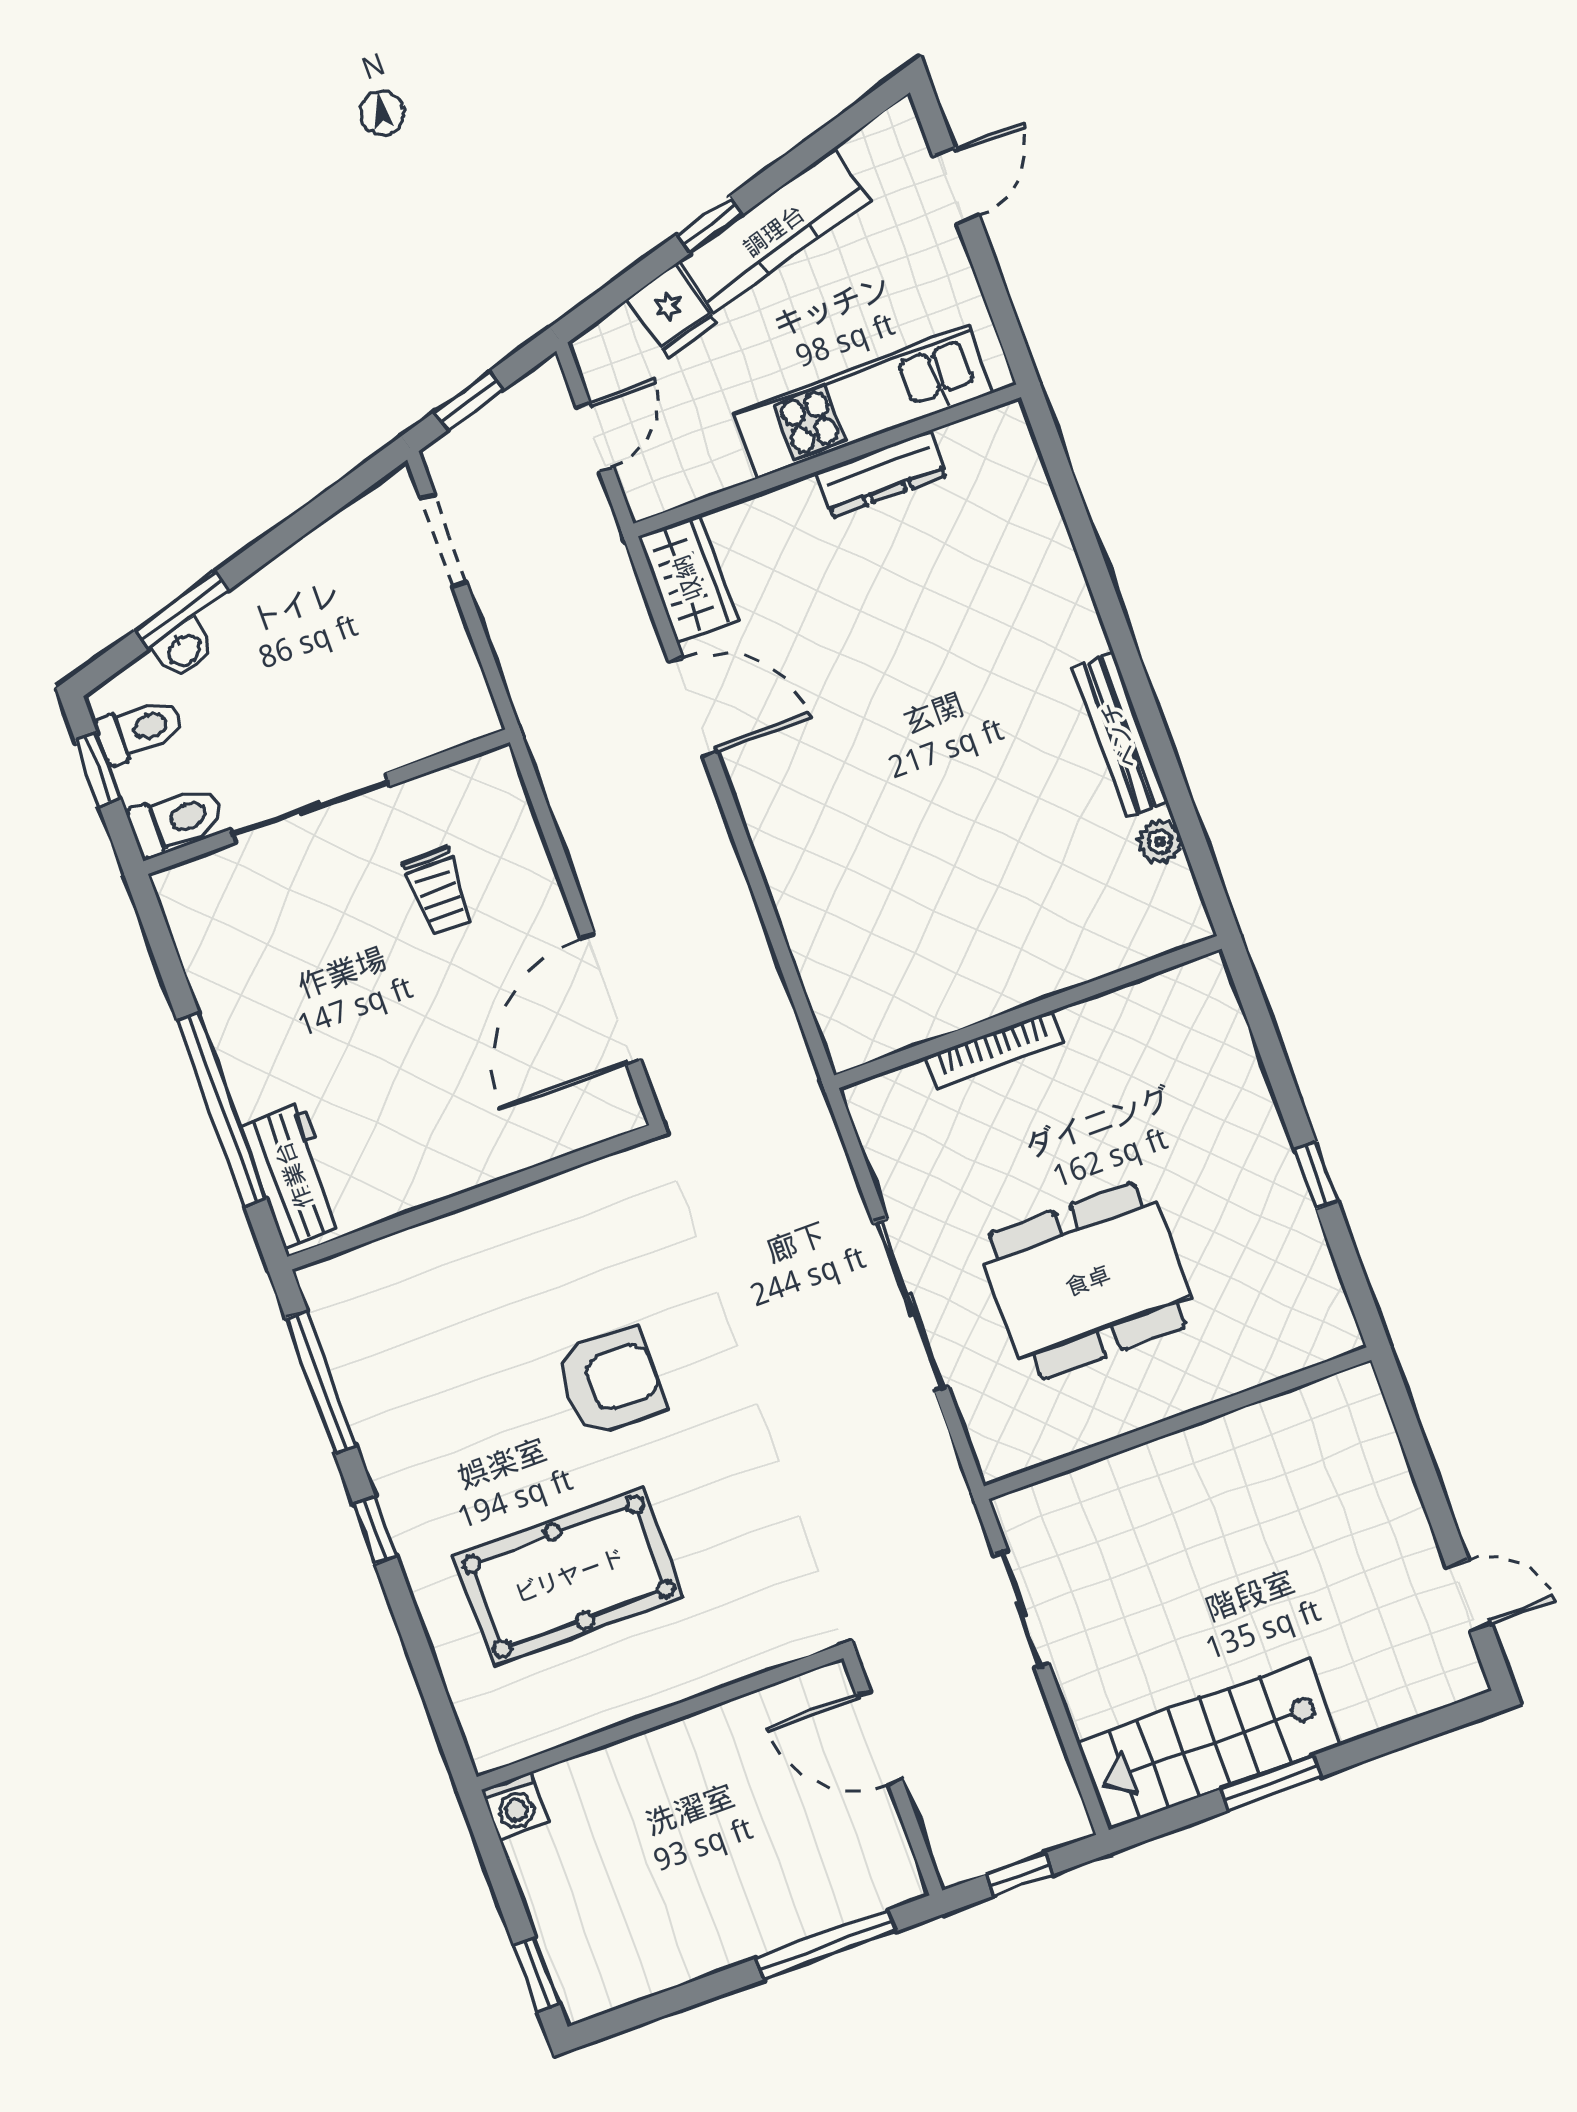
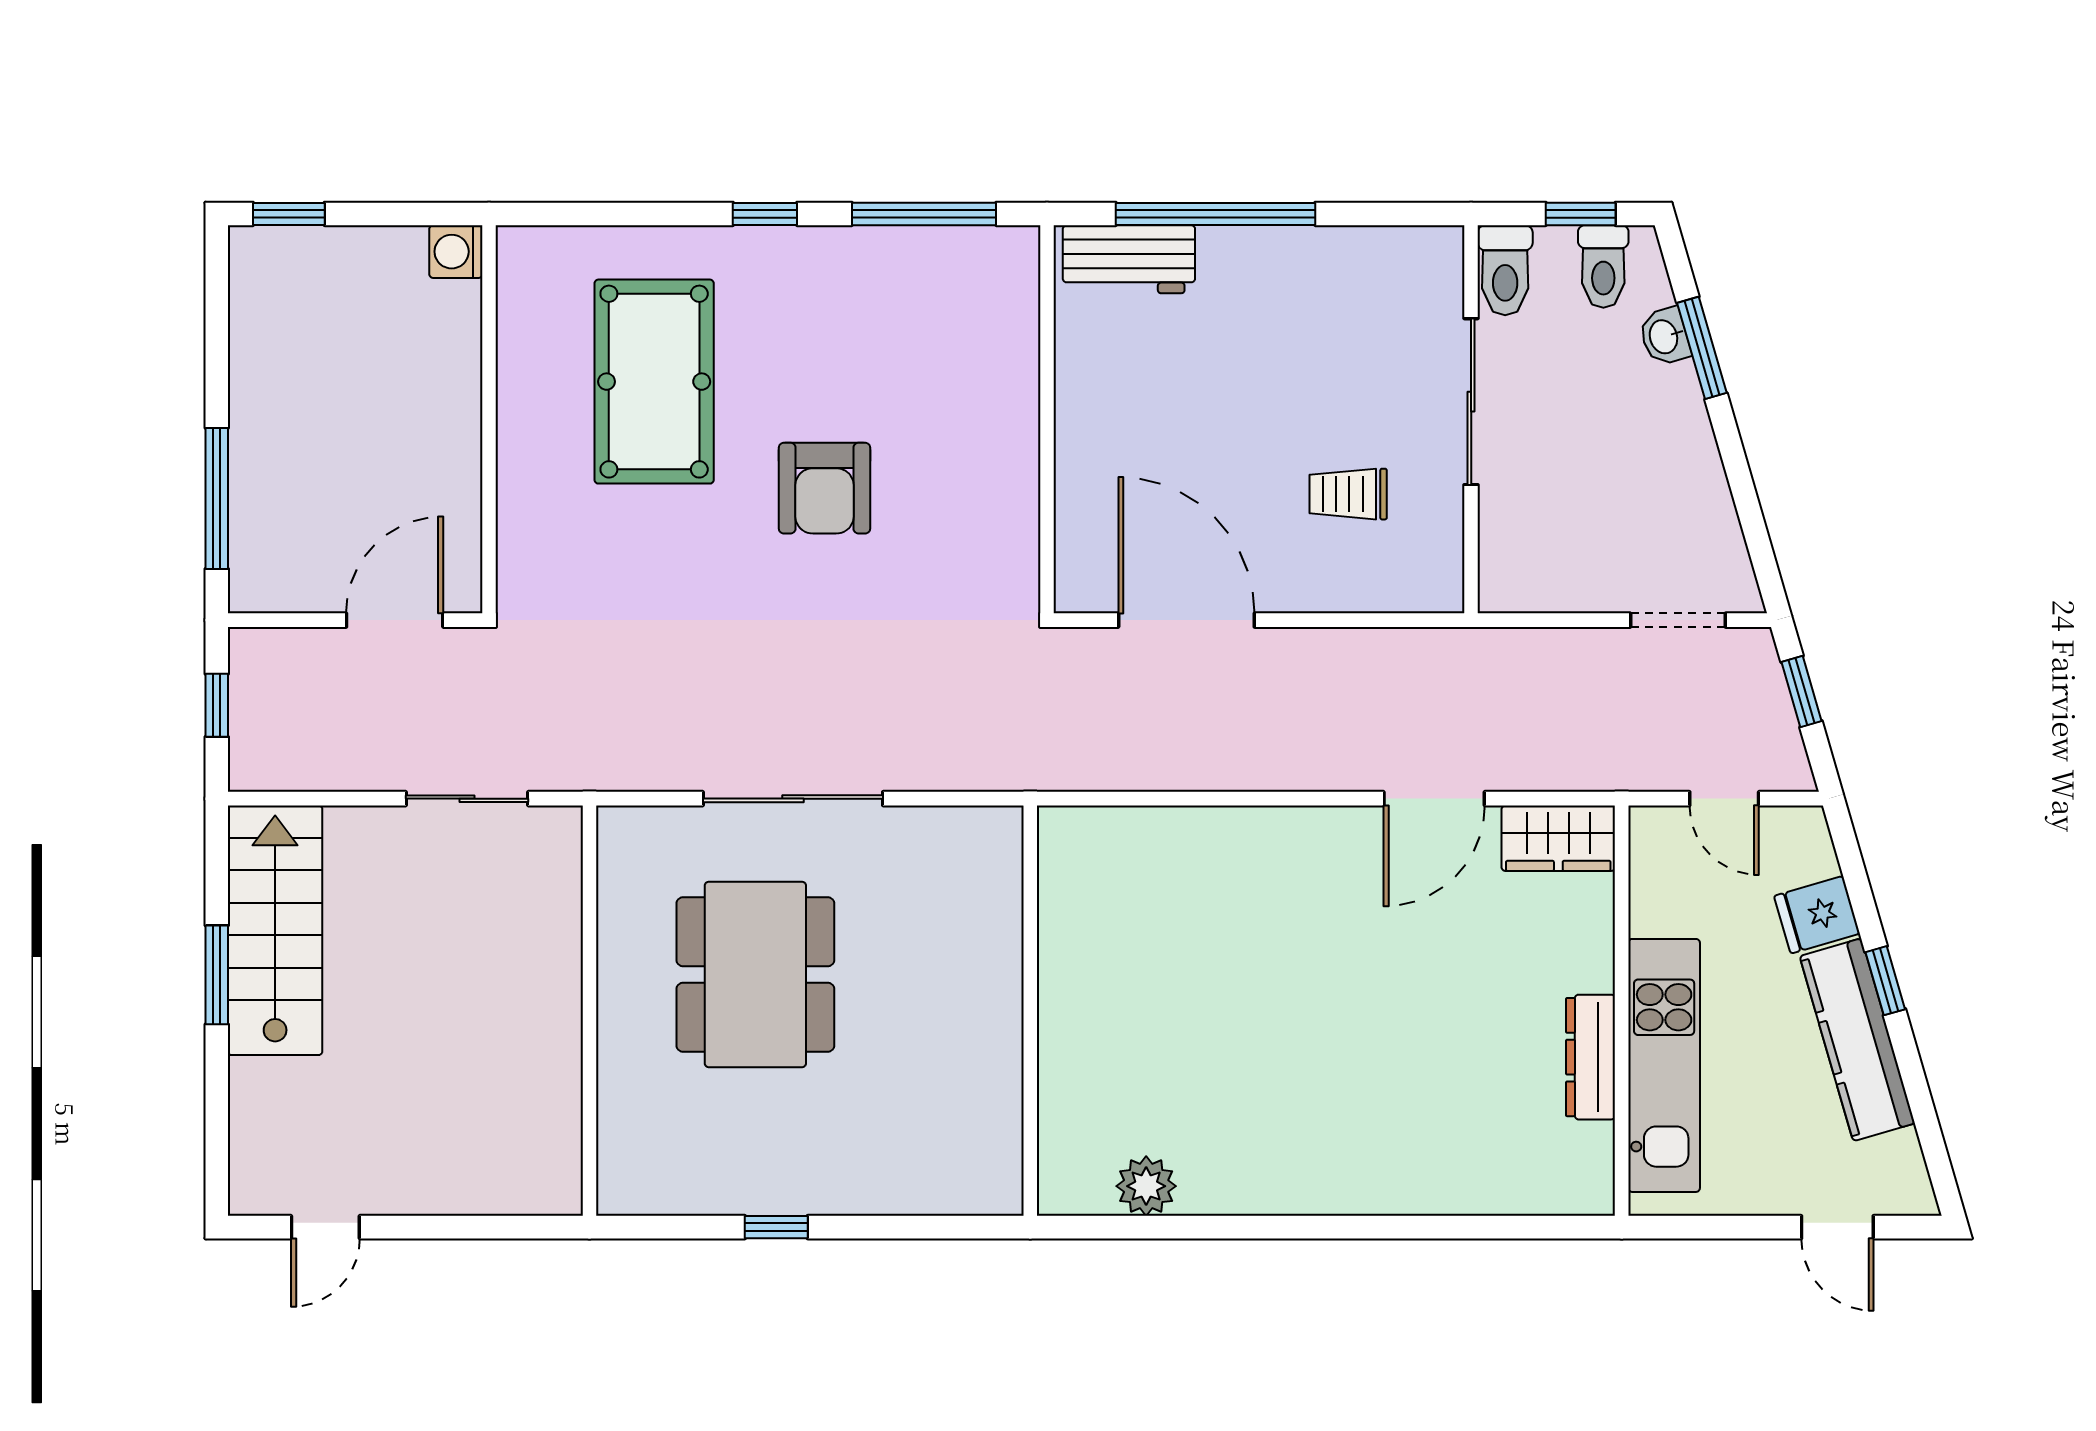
bench: (1120, 735) -> (1261, 1194), removed
plant: (1160, 842) -> (1146, 1186), width x1.38, depth x1.38
bookcase: (994, 1050) -> (1006, 966), removed

